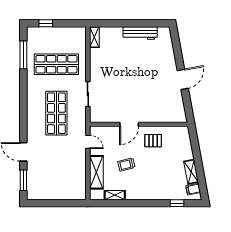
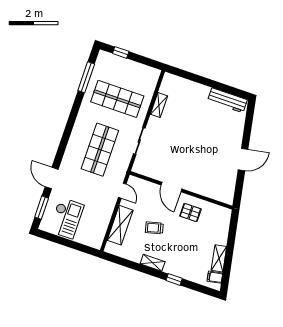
workbench: (140, 33) -> (227, 100), moved
shelving: (94, 37) -> (159, 105), moved
door: (129, 124) -> (171, 187), hinge flipped
checkout: (48, 182) -> (66, 218), added
shelving: (115, 195) -> (153, 263), moved
window: (177, 203) -> (174, 279), moved

